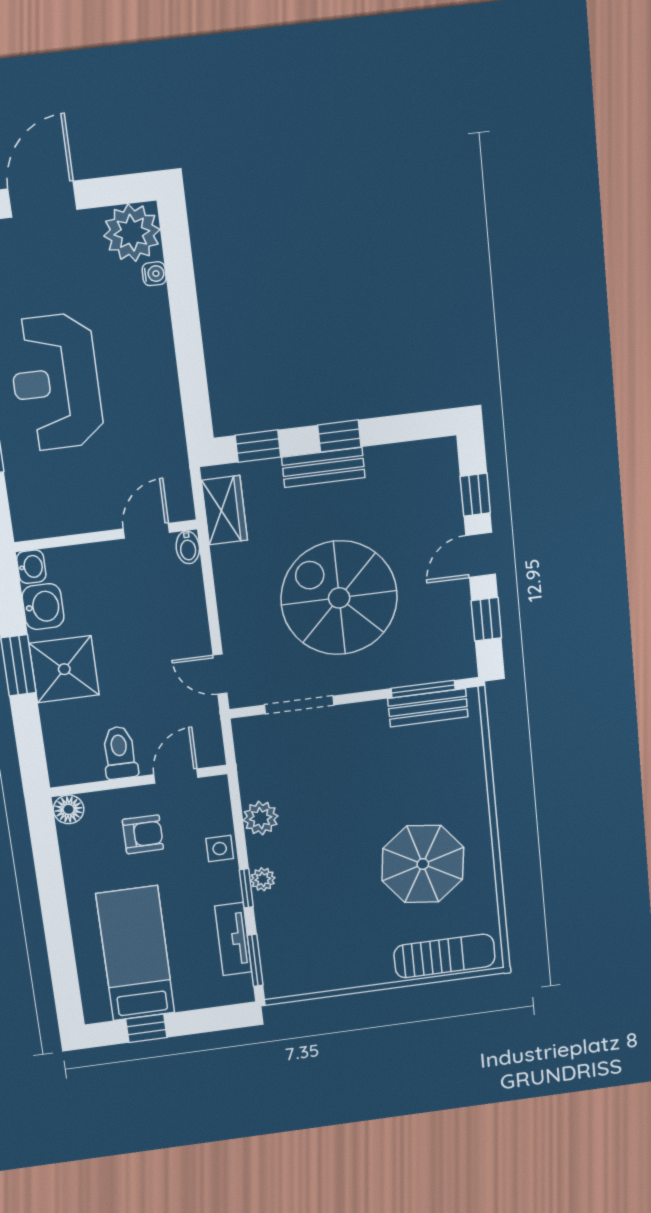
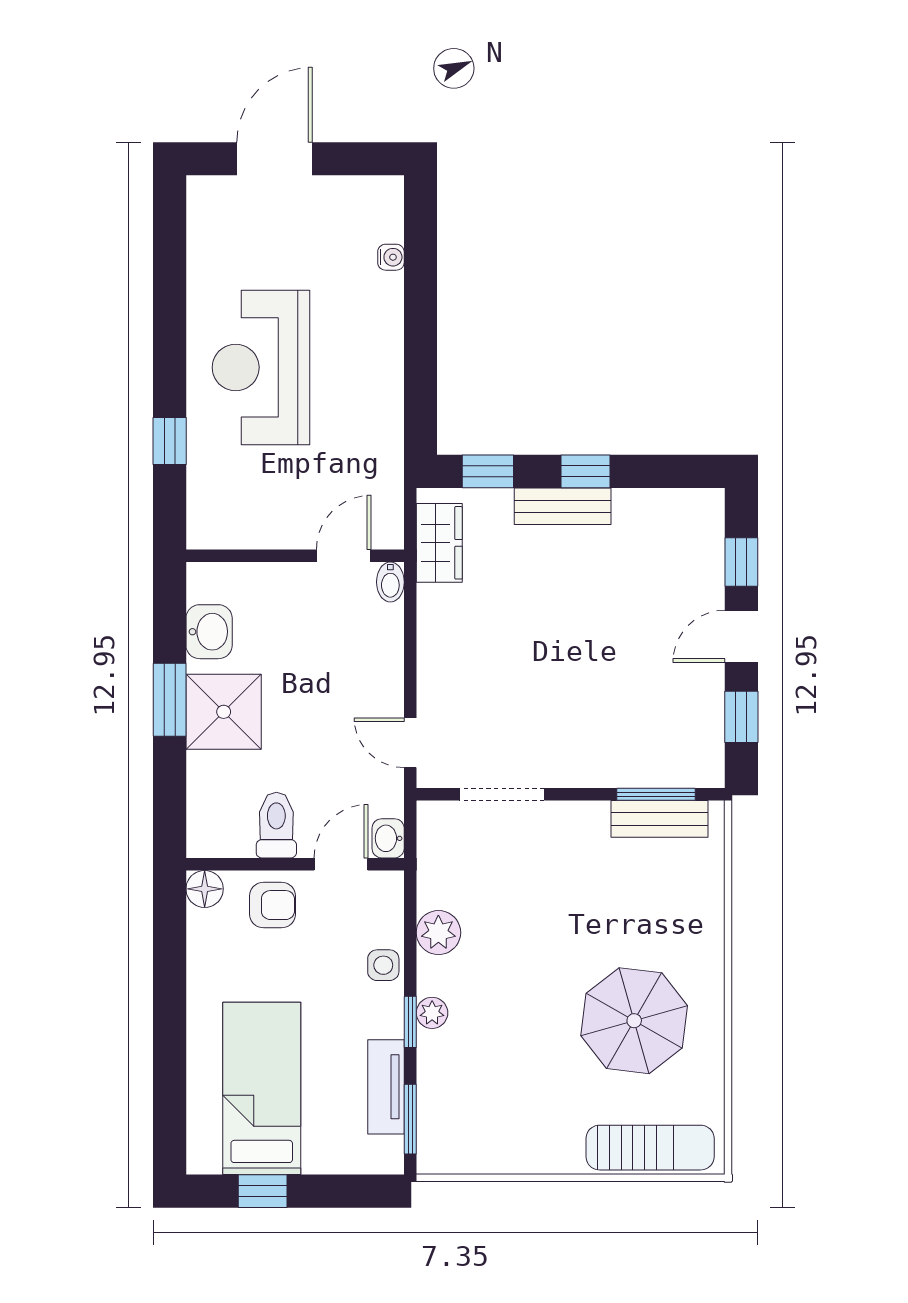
plant: (132, 233) -> (371, 208), removed
washbasin: (31, 567) -> (388, 838), moved, turned 180
spiral stairs: (339, 598) -> (565, 667), removed
armchair: (143, 834) -> (272, 905), moved

